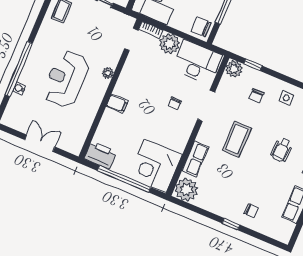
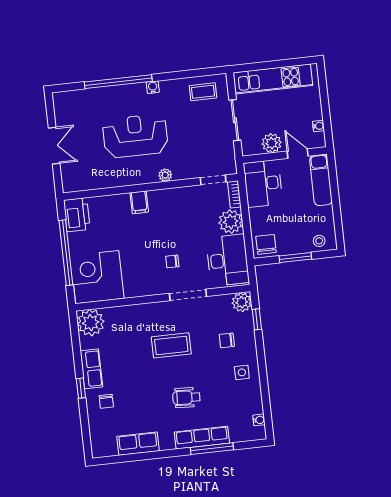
water cooler: (19, 88) -> (153, 87), moved
row of seats: (195, 159) -> (91, 369), moved, turned -90

